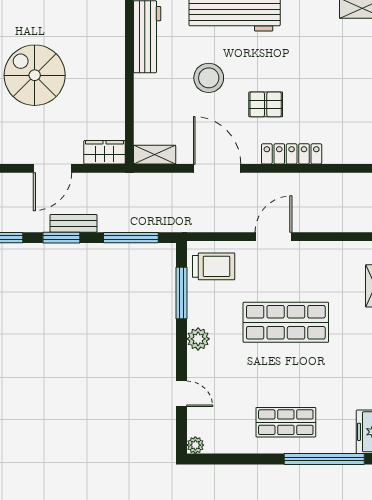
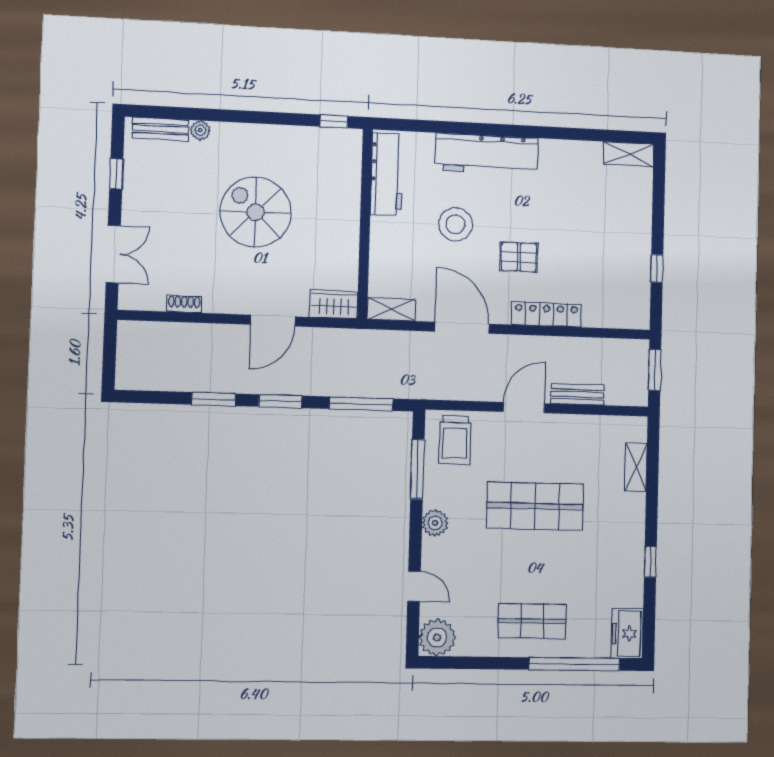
bench: (73, 223) -> (577, 394), moved
trolley: (214, 266) -> (455, 440), turned 90
plant: (195, 445) -> (437, 638), width x1.87, depth x1.87

